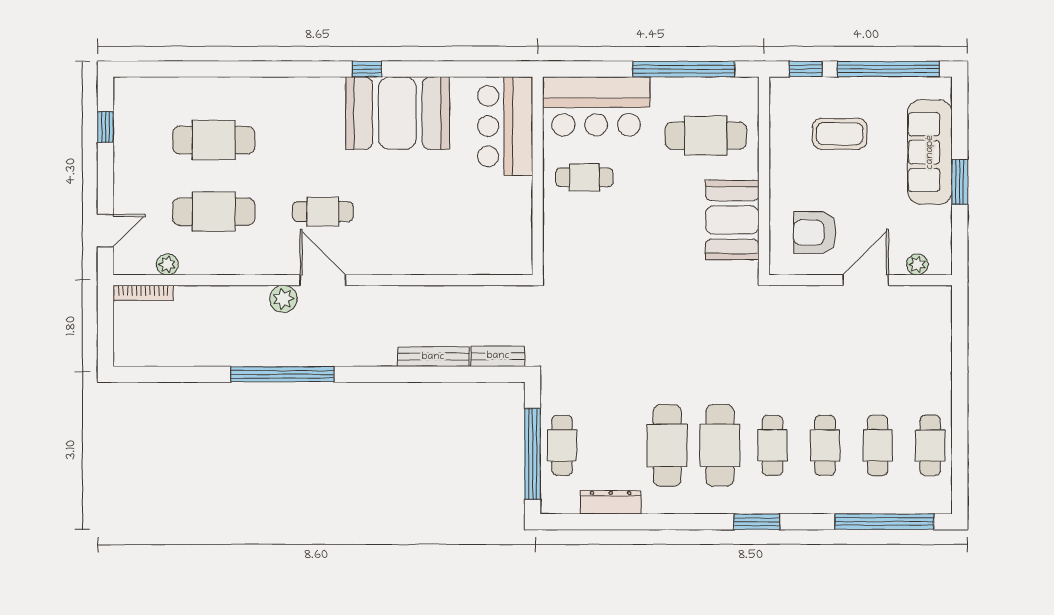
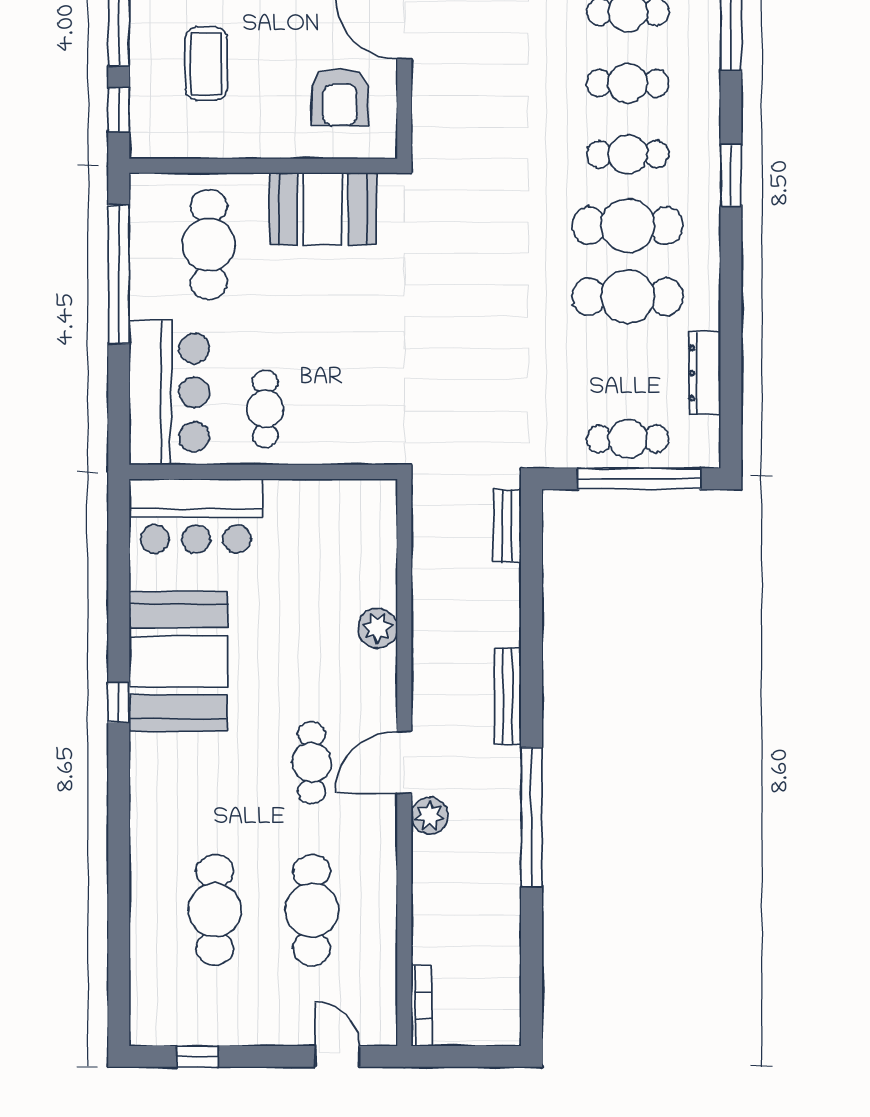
plant: (167, 264) -> (377, 628), moved, width x1.38, depth x1.38
bench: (433, 357) -> (508, 696), moved

